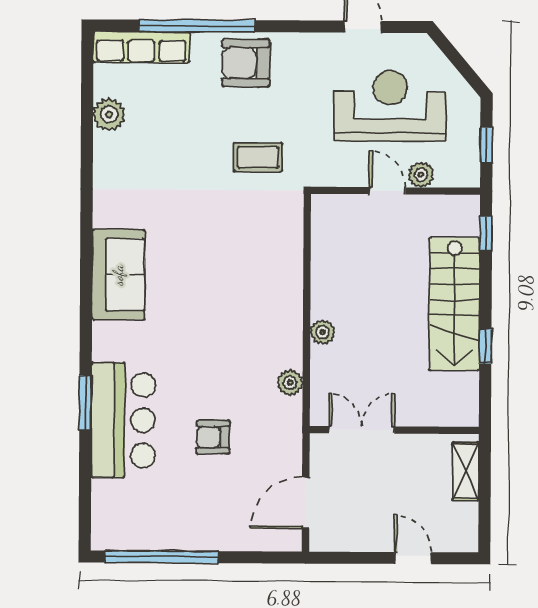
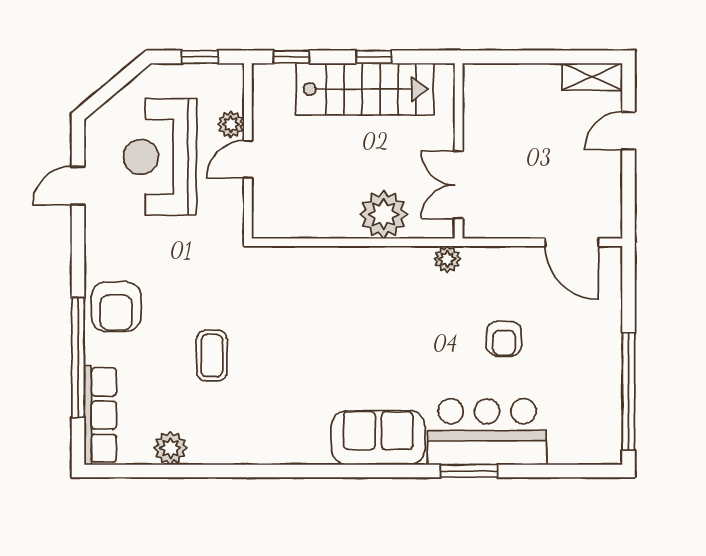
coffee table: (258, 157) -> (212, 356), moved
sofa: (118, 275) -> (378, 438), moved
plant: (323, 332) -> (384, 214), width x1.88, depth x1.88
window: (485, 346) -> (374, 57), moved
double door: (362, 430) -> (459, 185), moved
wall: (394, 430) -> (459, 151), moved
shelving: (466, 471) -> (592, 77), moved

